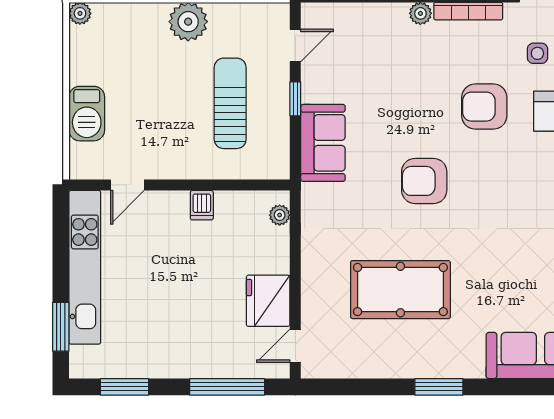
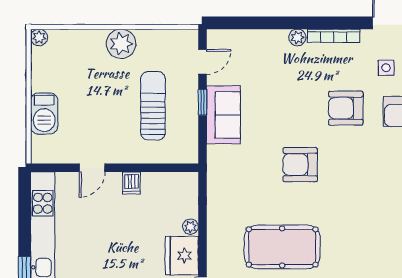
sofa: (323, 143) -> (223, 115), moved
door: (127, 185) -> (92, 168), moved
plant: (280, 215) -> (190, 227), moved

